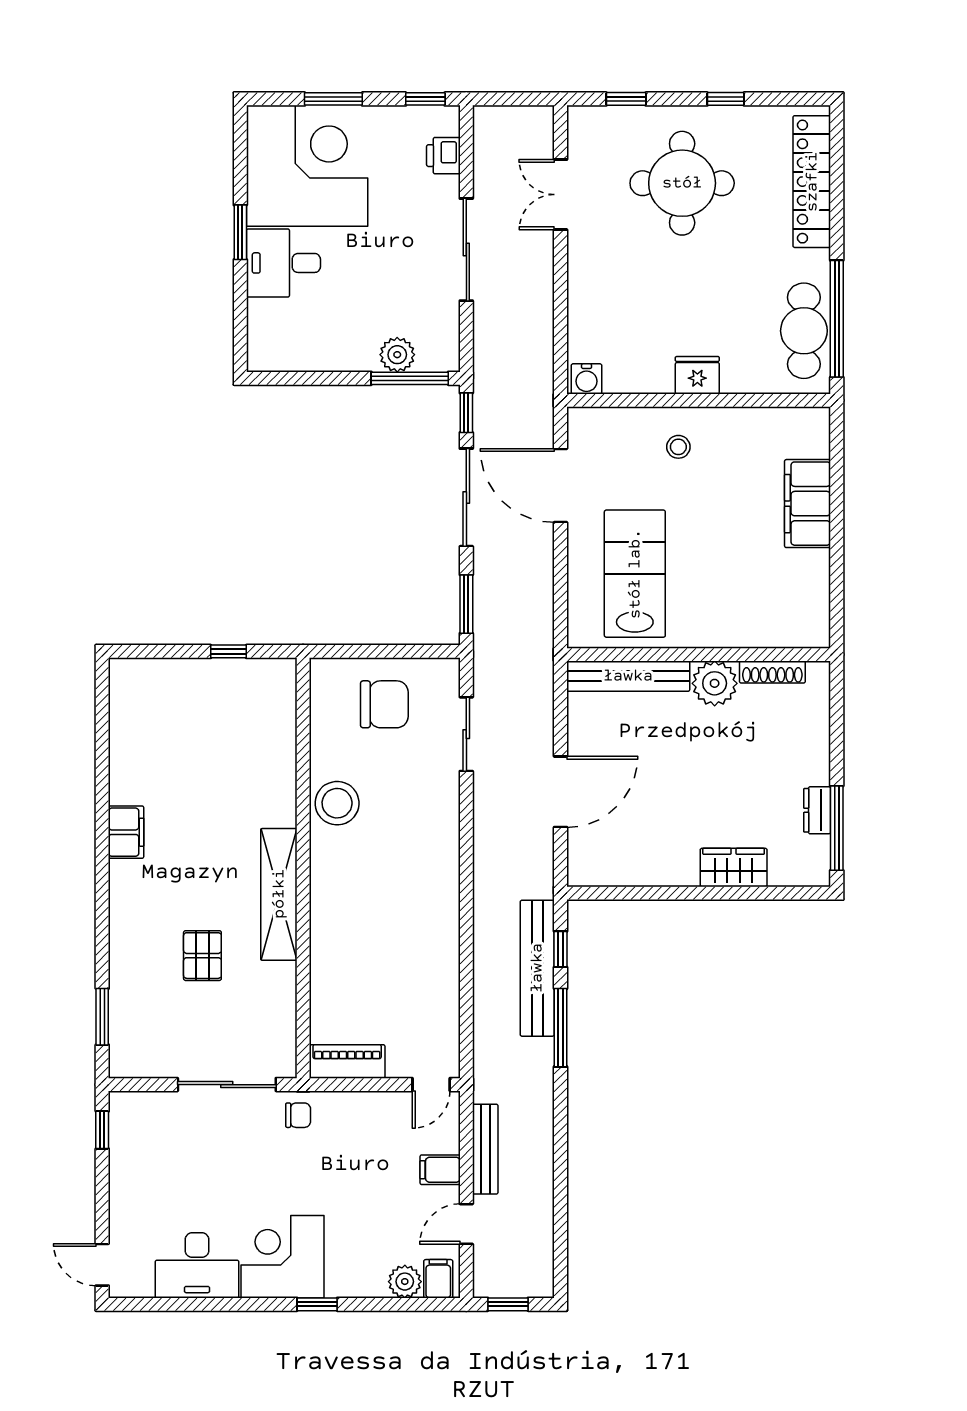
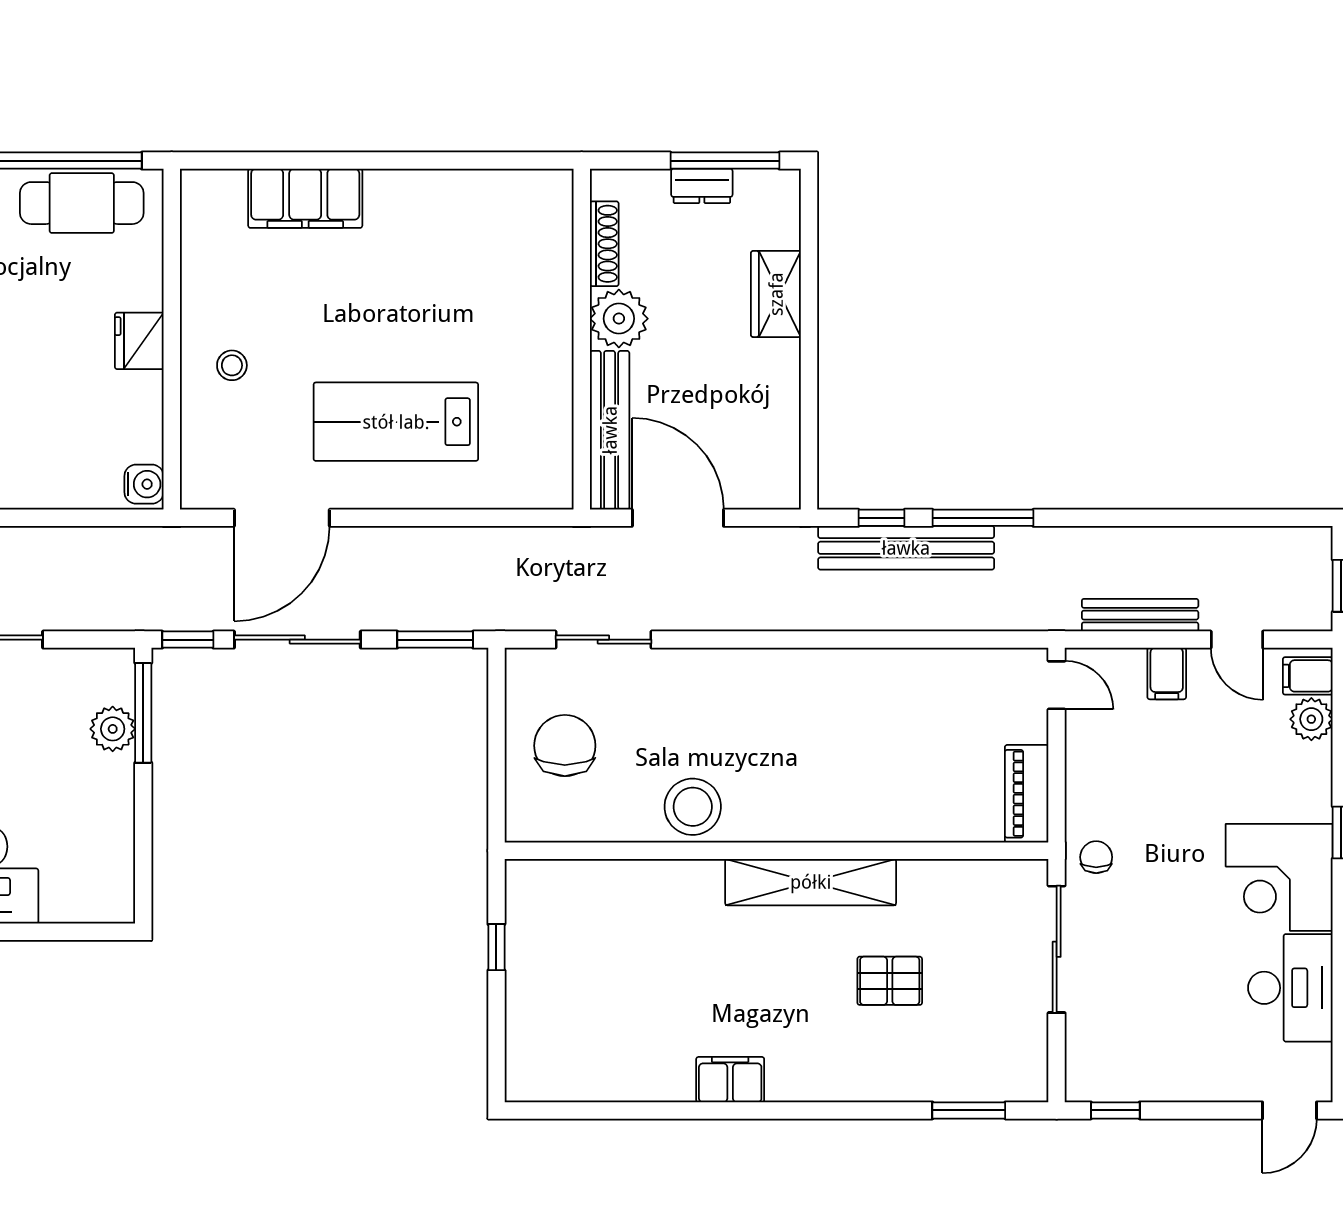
wall: (699, 655) -> (582, 339), moved
shoe rack: (772, 672) -> (604, 244), moved
bench: (628, 676) -> (610, 430), moved
plant: (715, 683) -> (619, 319), moved

